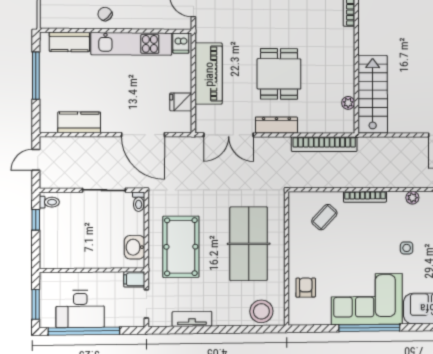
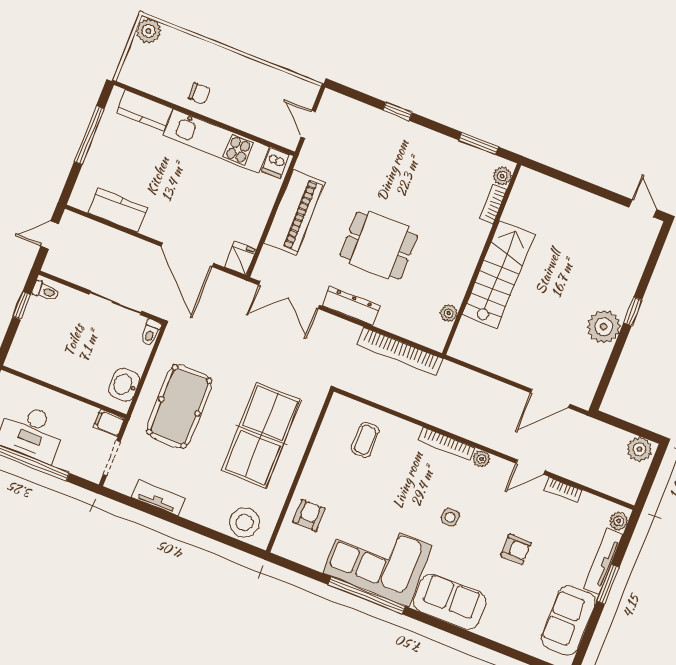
chair: (105, 14) -> (199, 93), turned 134
dining table: (279, 74) -> (379, 246), turned 90
stairs: (373, 94) -> (498, 275), moved
fridge: (181, 102) -> (240, 258), moved, turned 90
bookcase: (365, 197) -> (446, 444), moved
coffee table: (324, 217) -> (365, 440), turned -43

